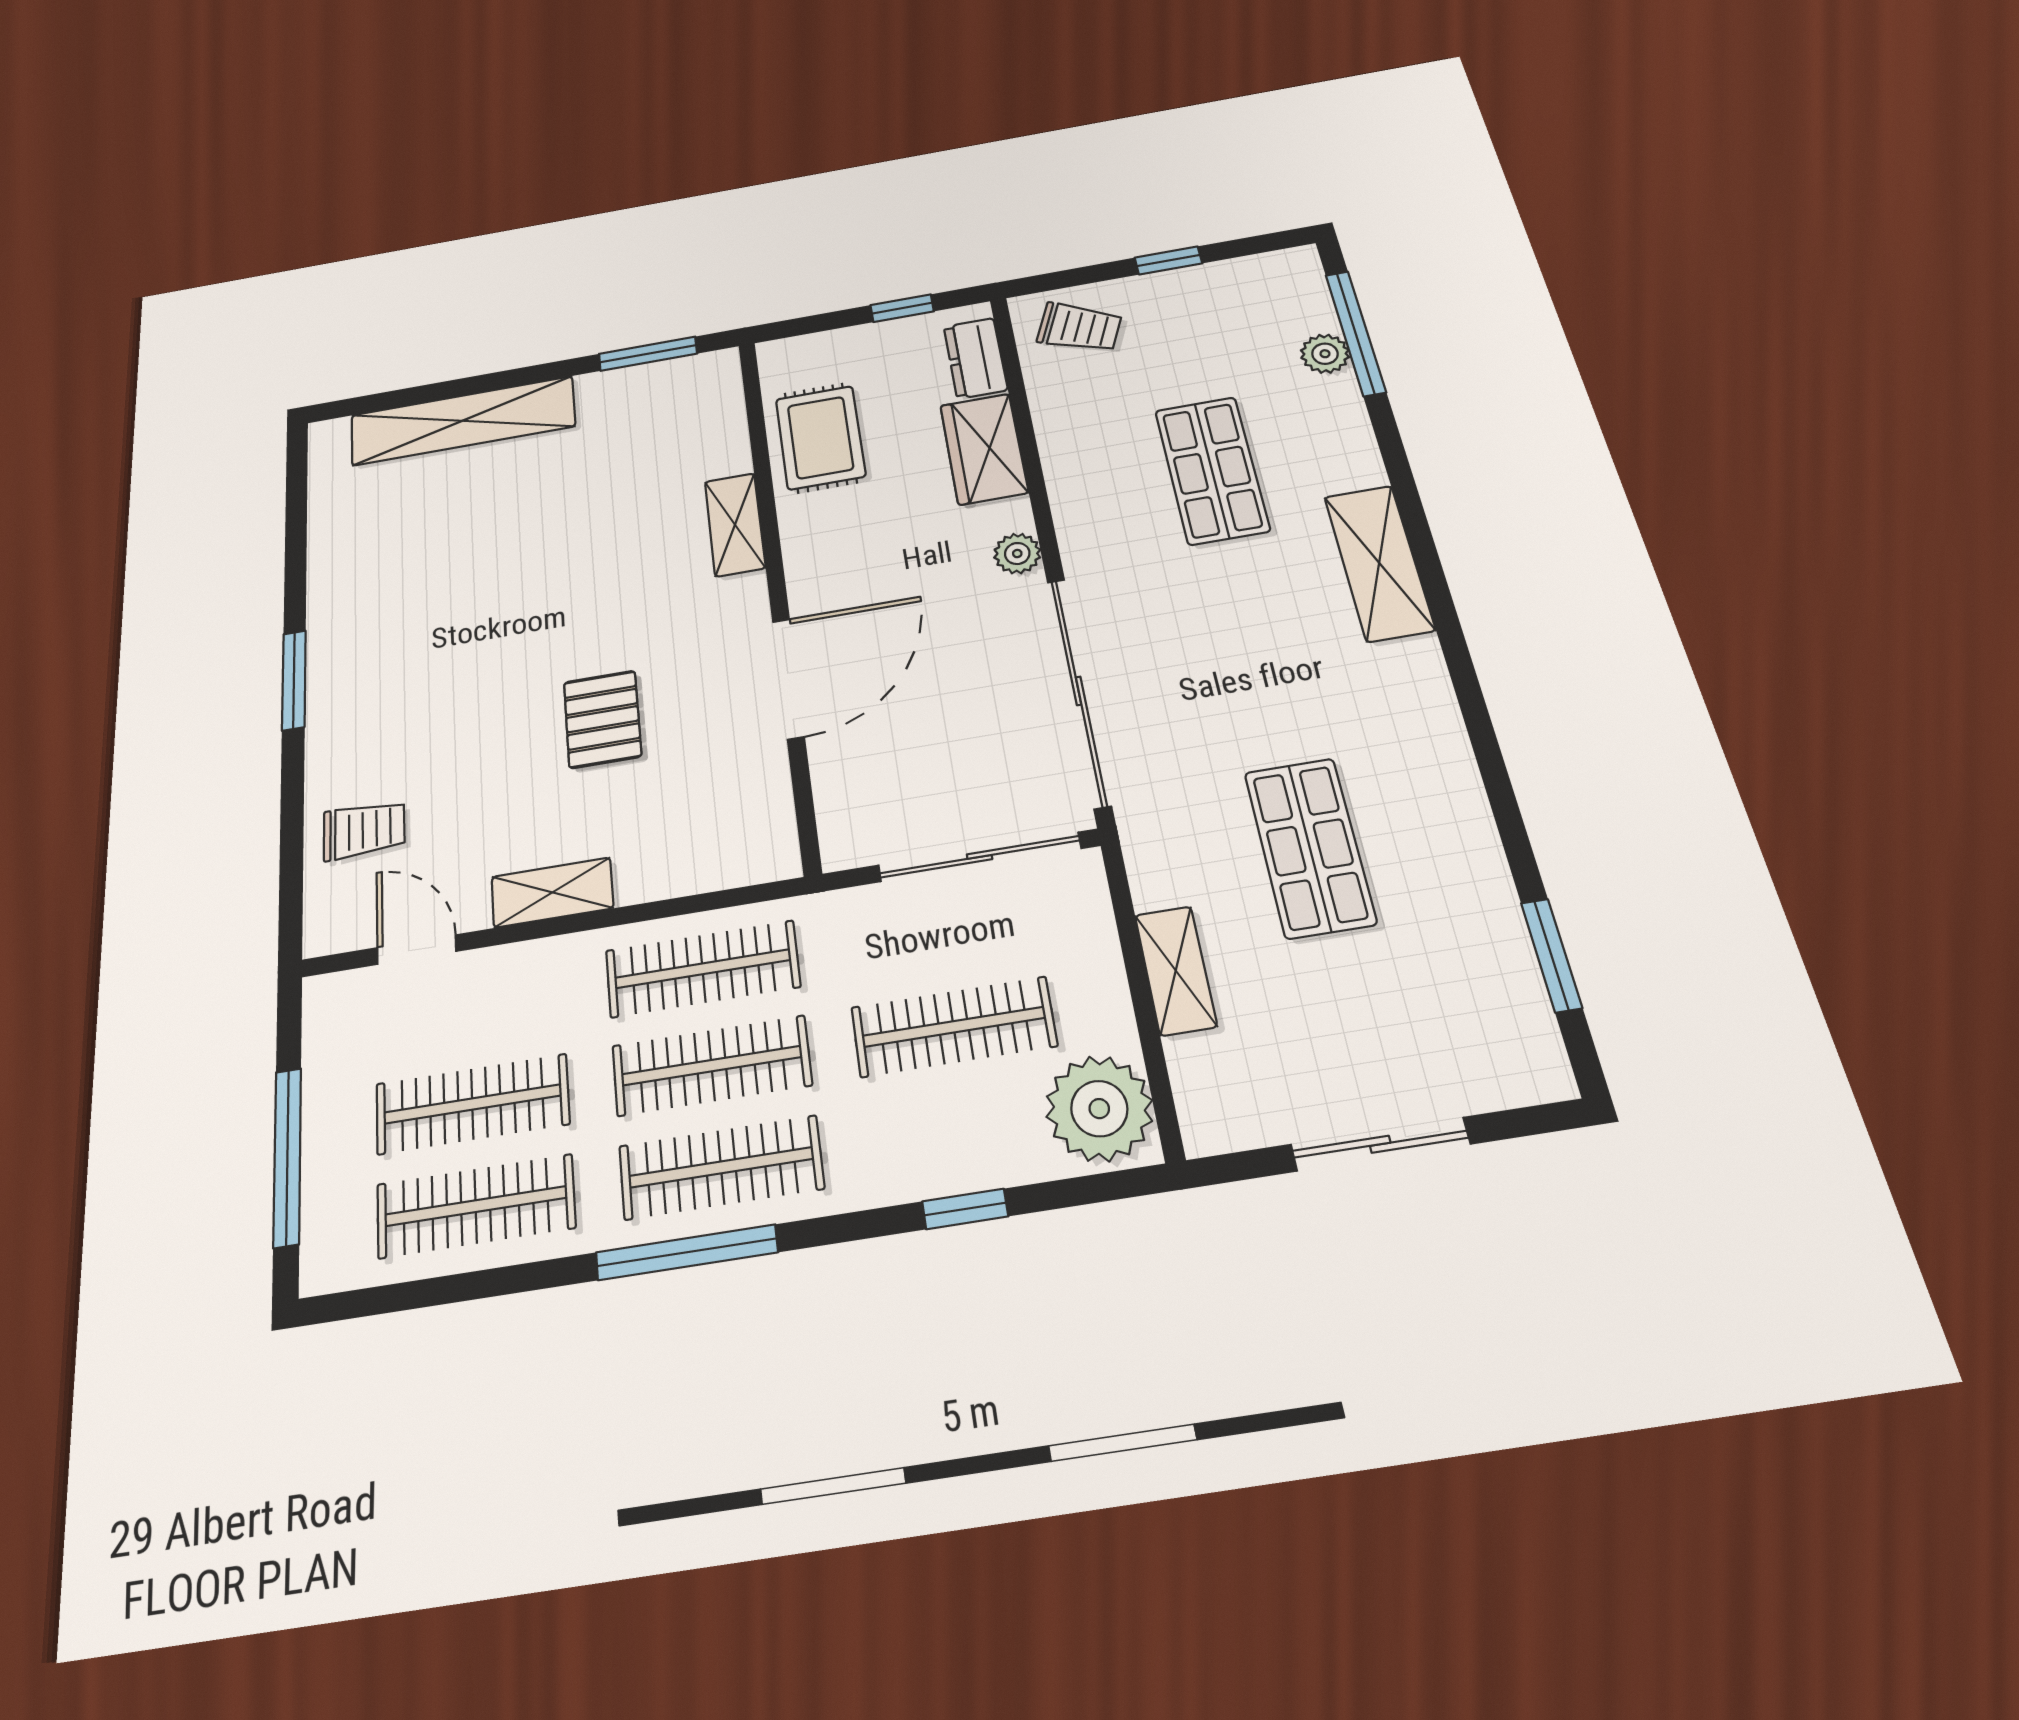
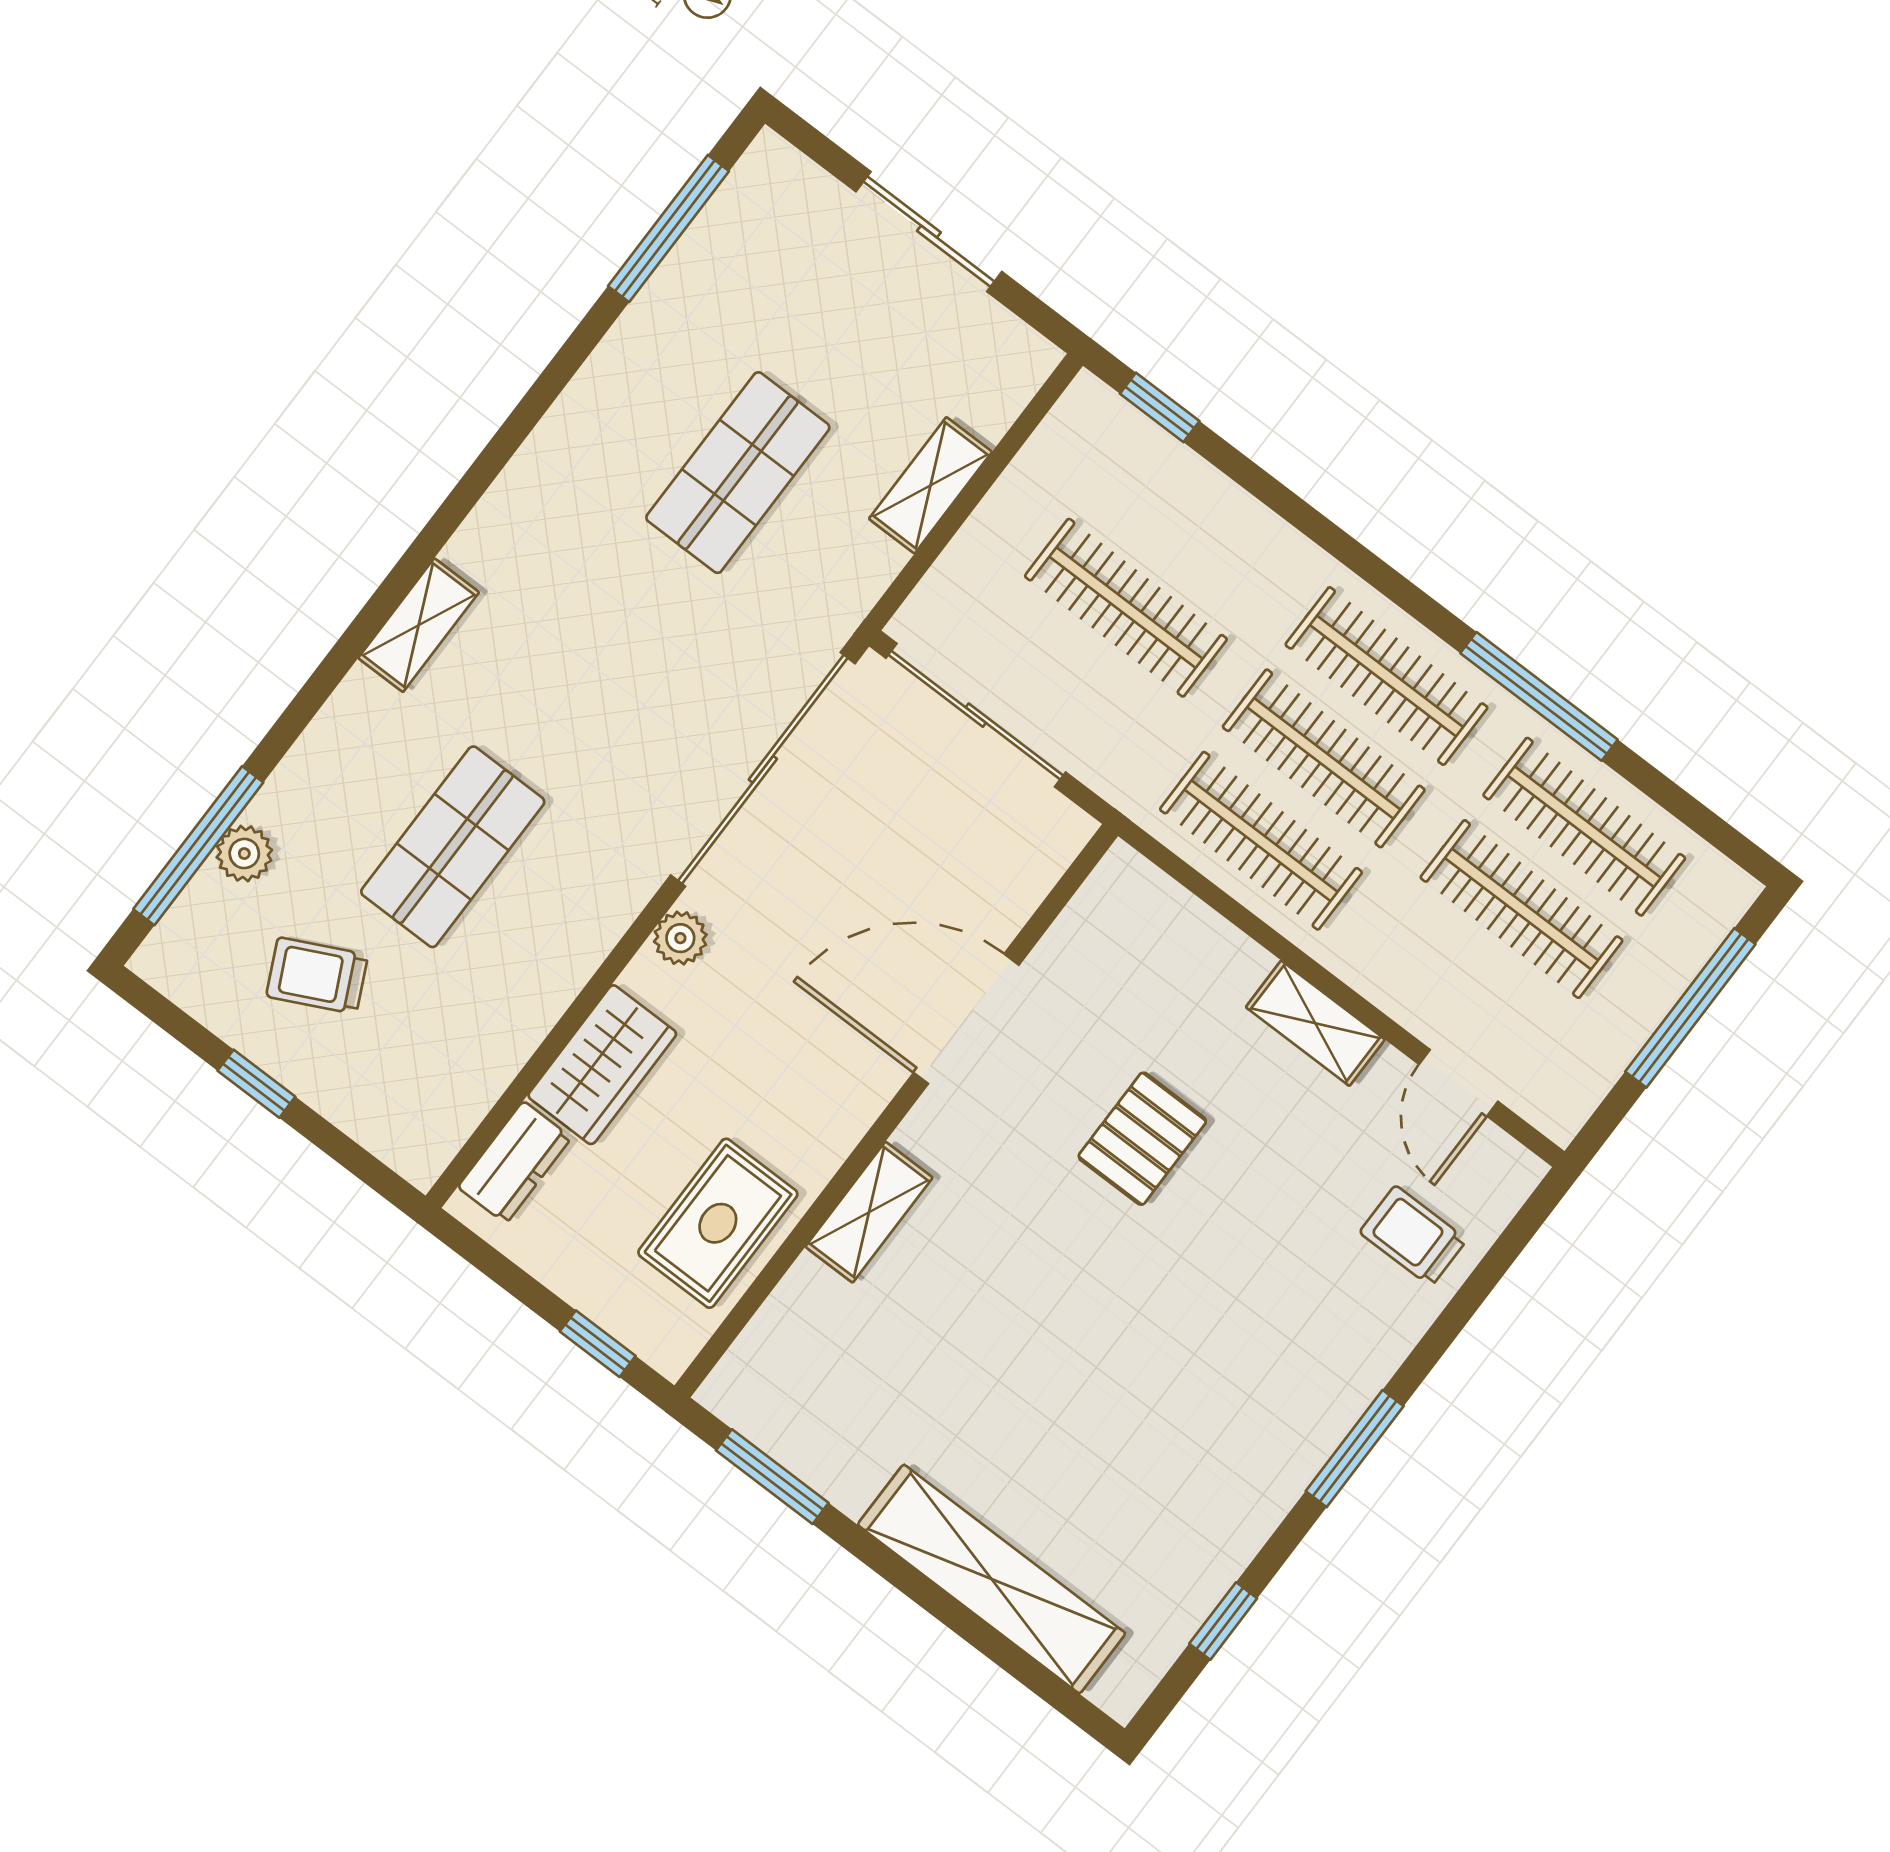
window: (902, 308) -> (598, 1344), moved
trolley: (1079, 327) -> (317, 976), moved, turned -49
window: (296, 523) -> (1223, 1621), added
shelving: (1379, 563) -> (419, 625), width x0.67, depth x0.75
window: (1551, 955) -> (668, 229), width x1.44
plant: (1099, 1109) -> (1087, 447), removed
window: (965, 1209) -> (1160, 407), moved
window: (687, 1252) -> (1539, 696), moved

